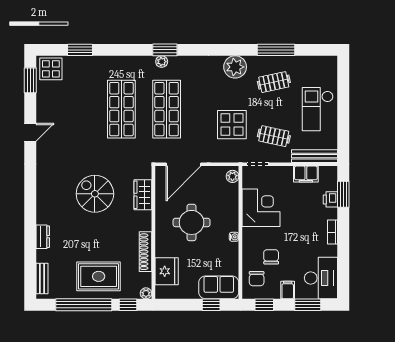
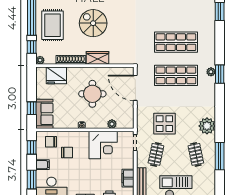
plant: (232, 176) -> (112, 124), moved
spiral stairs: (95, 194) -> (93, 23), moved, turned -90
wardrobe: (143, 195) -> (98, 58), moved

